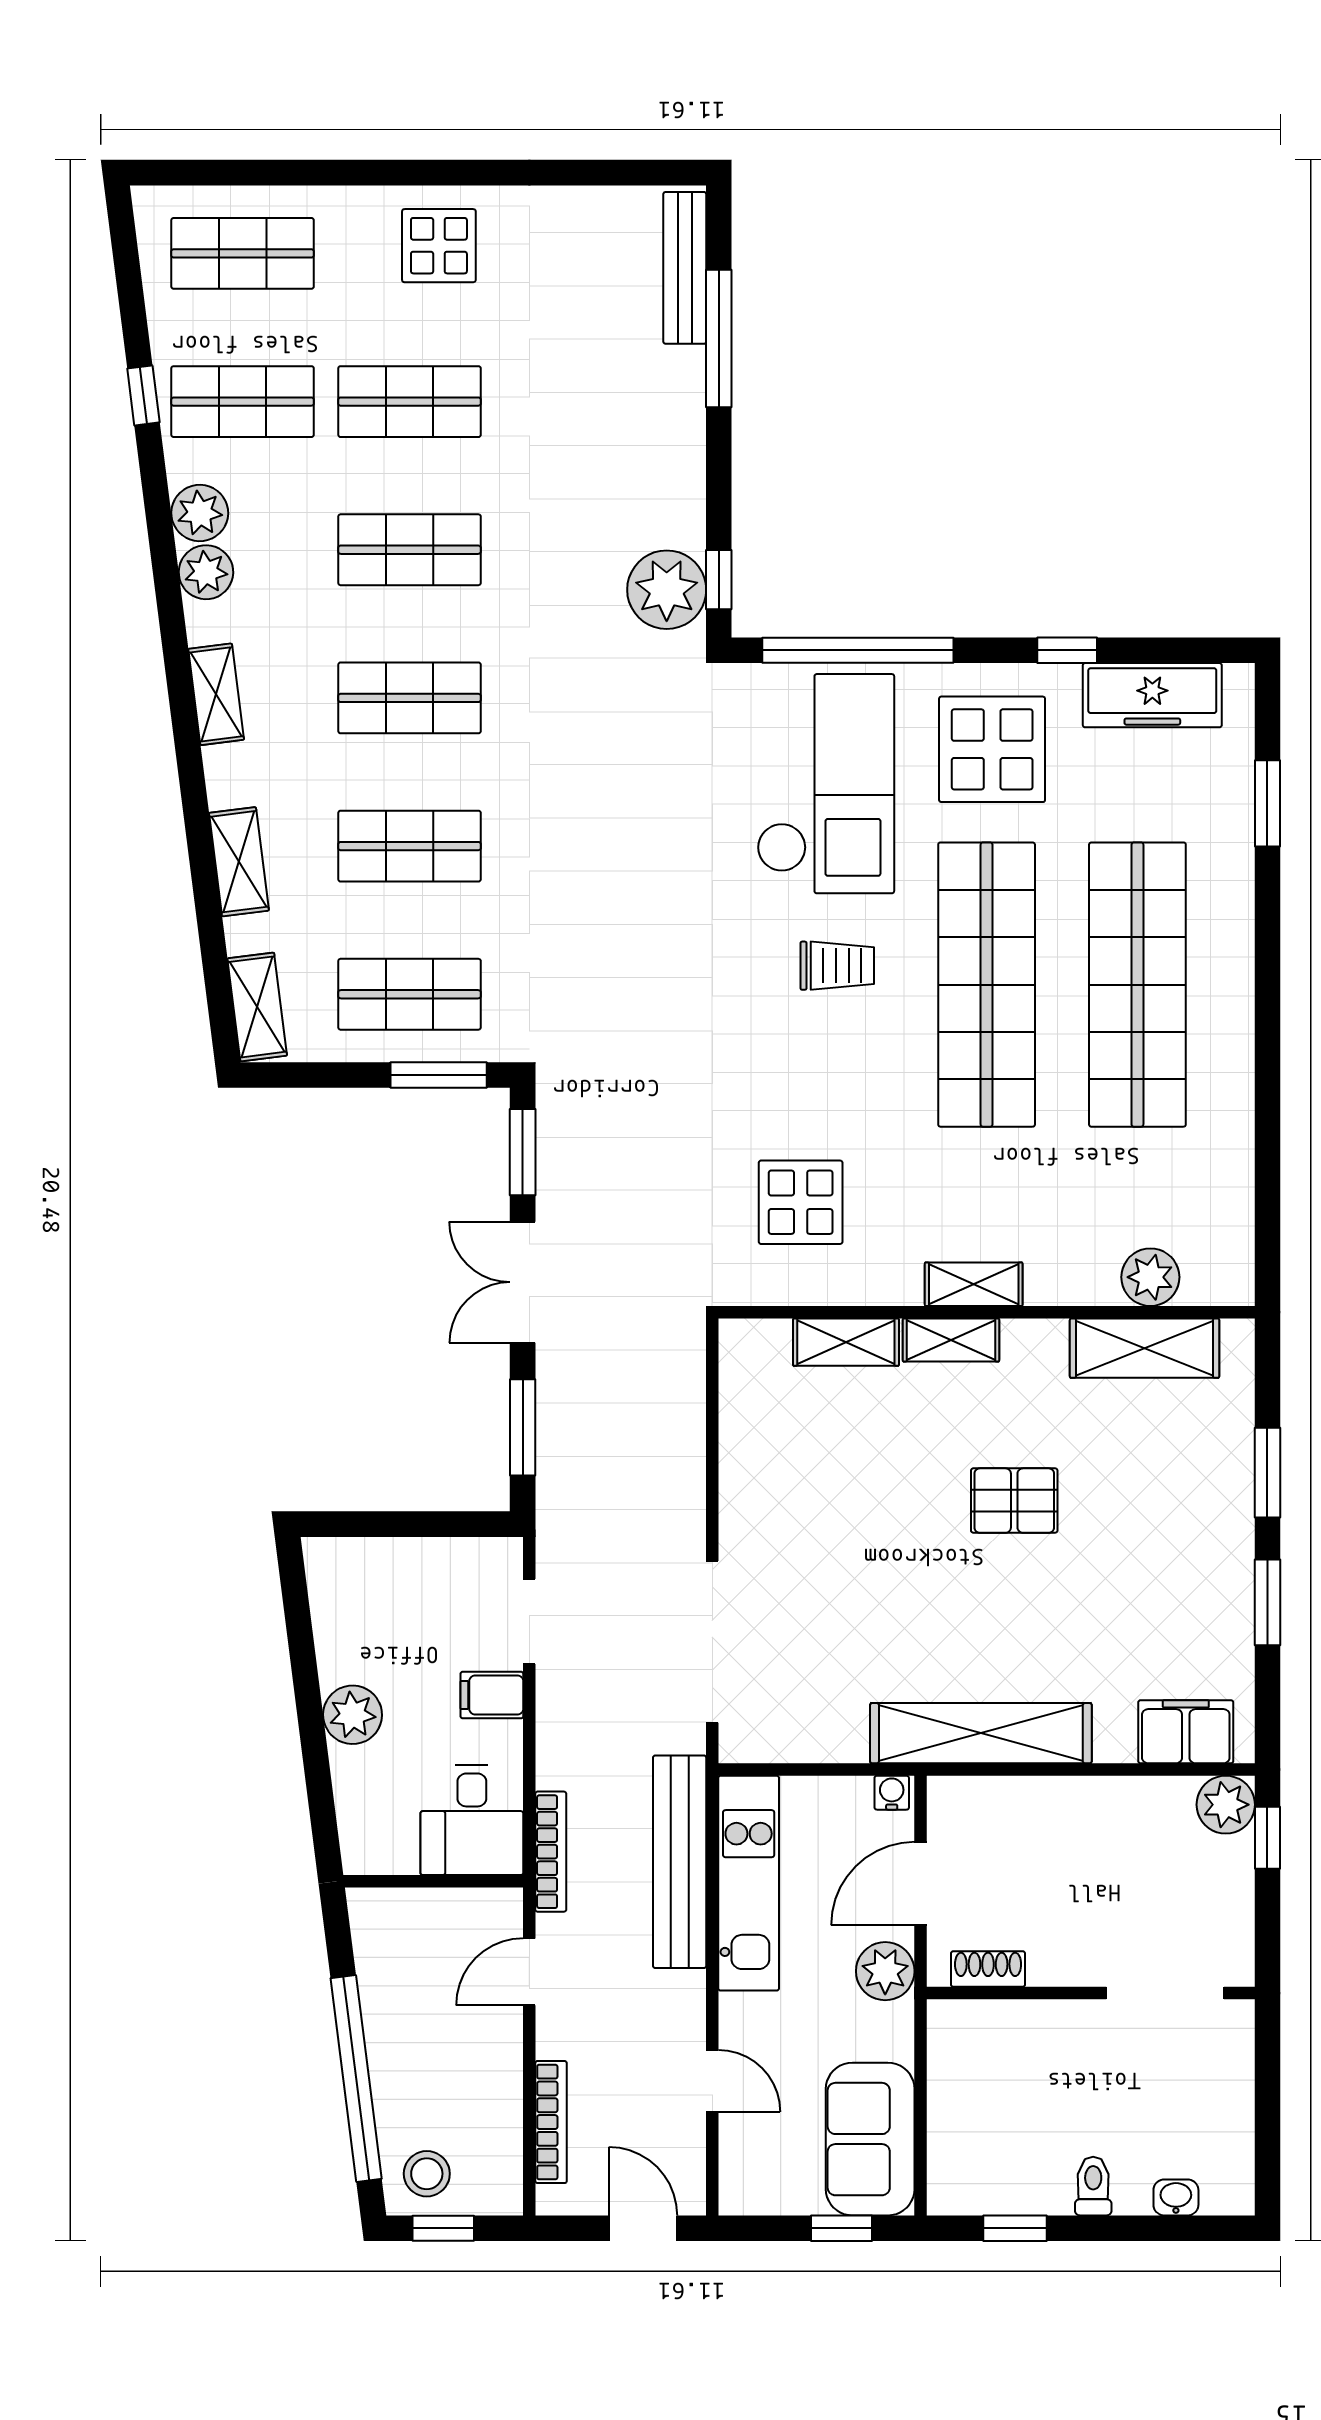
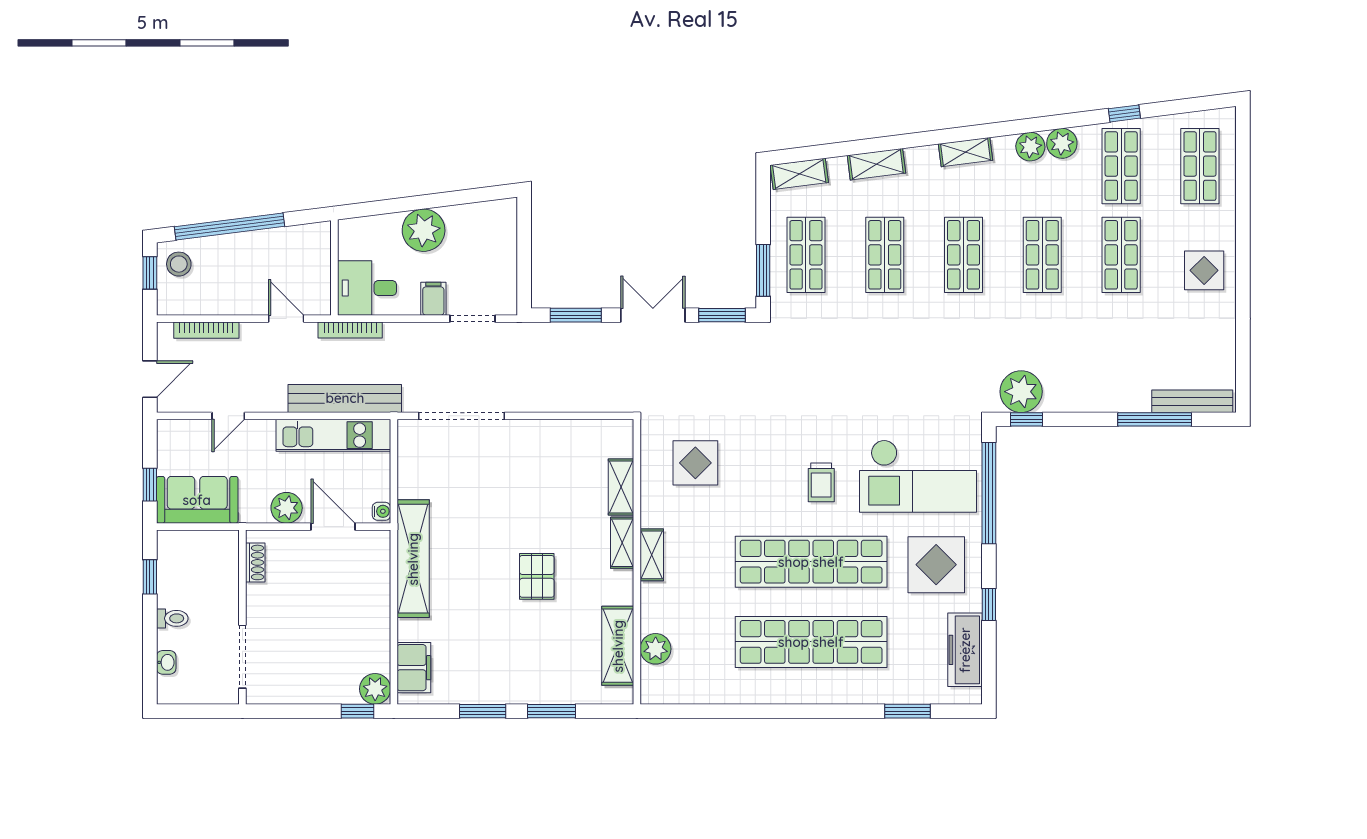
plant: (353, 1715) -> (424, 230), width x1.36, depth x1.36
shoe rack: (988, 1969) -> (255, 562), moved
wall: (1091, 1993) -> (242, 617), moved
doorway: (1165, 1993) -> (242, 657), moved

